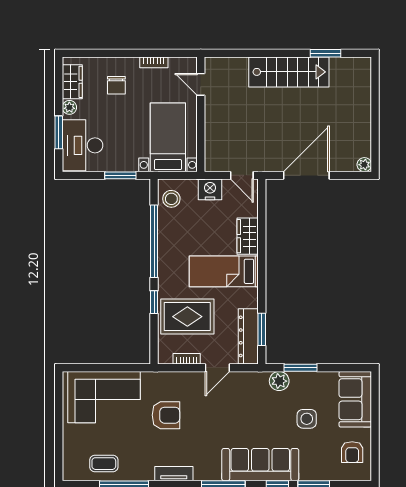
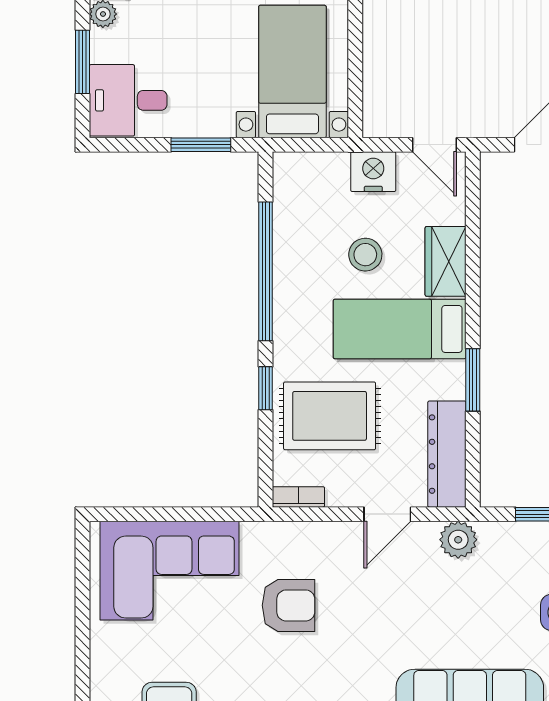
desk: (83, 145) -> (128, 100), width x0.73
stool: (171, 199) -> (365, 255), moved
window: (262, 329) -> (473, 380), moved
bookcase: (187, 359) -> (298, 497), moved
plant: (279, 381) -> (458, 540), moved

